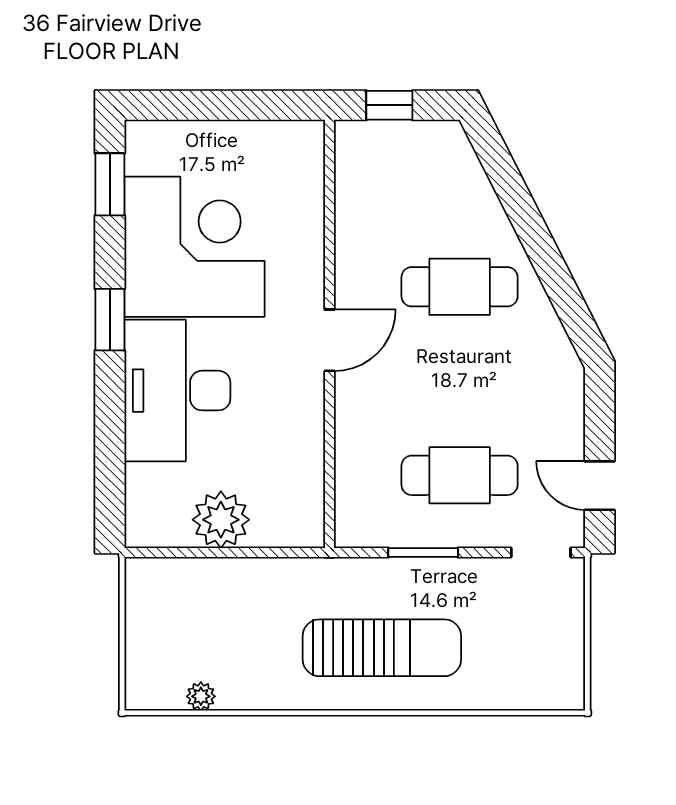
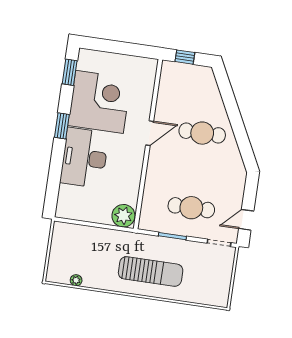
door: (329, 340) -> (150, 133), moved
door: (600, 486) -> (246, 220), hinge flipped
plant: (221, 520) -> (123, 216), moved

